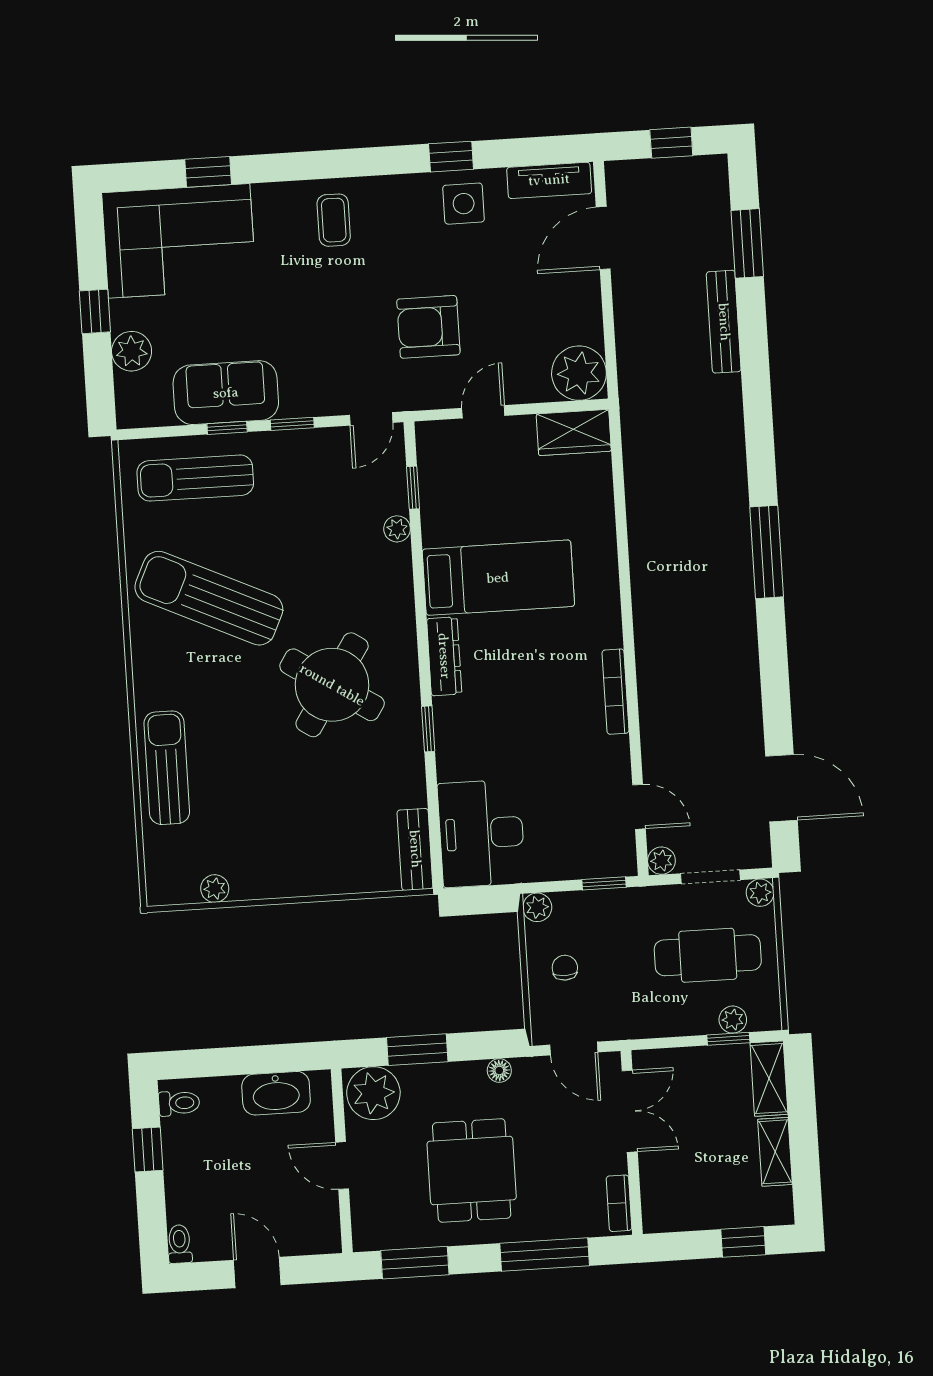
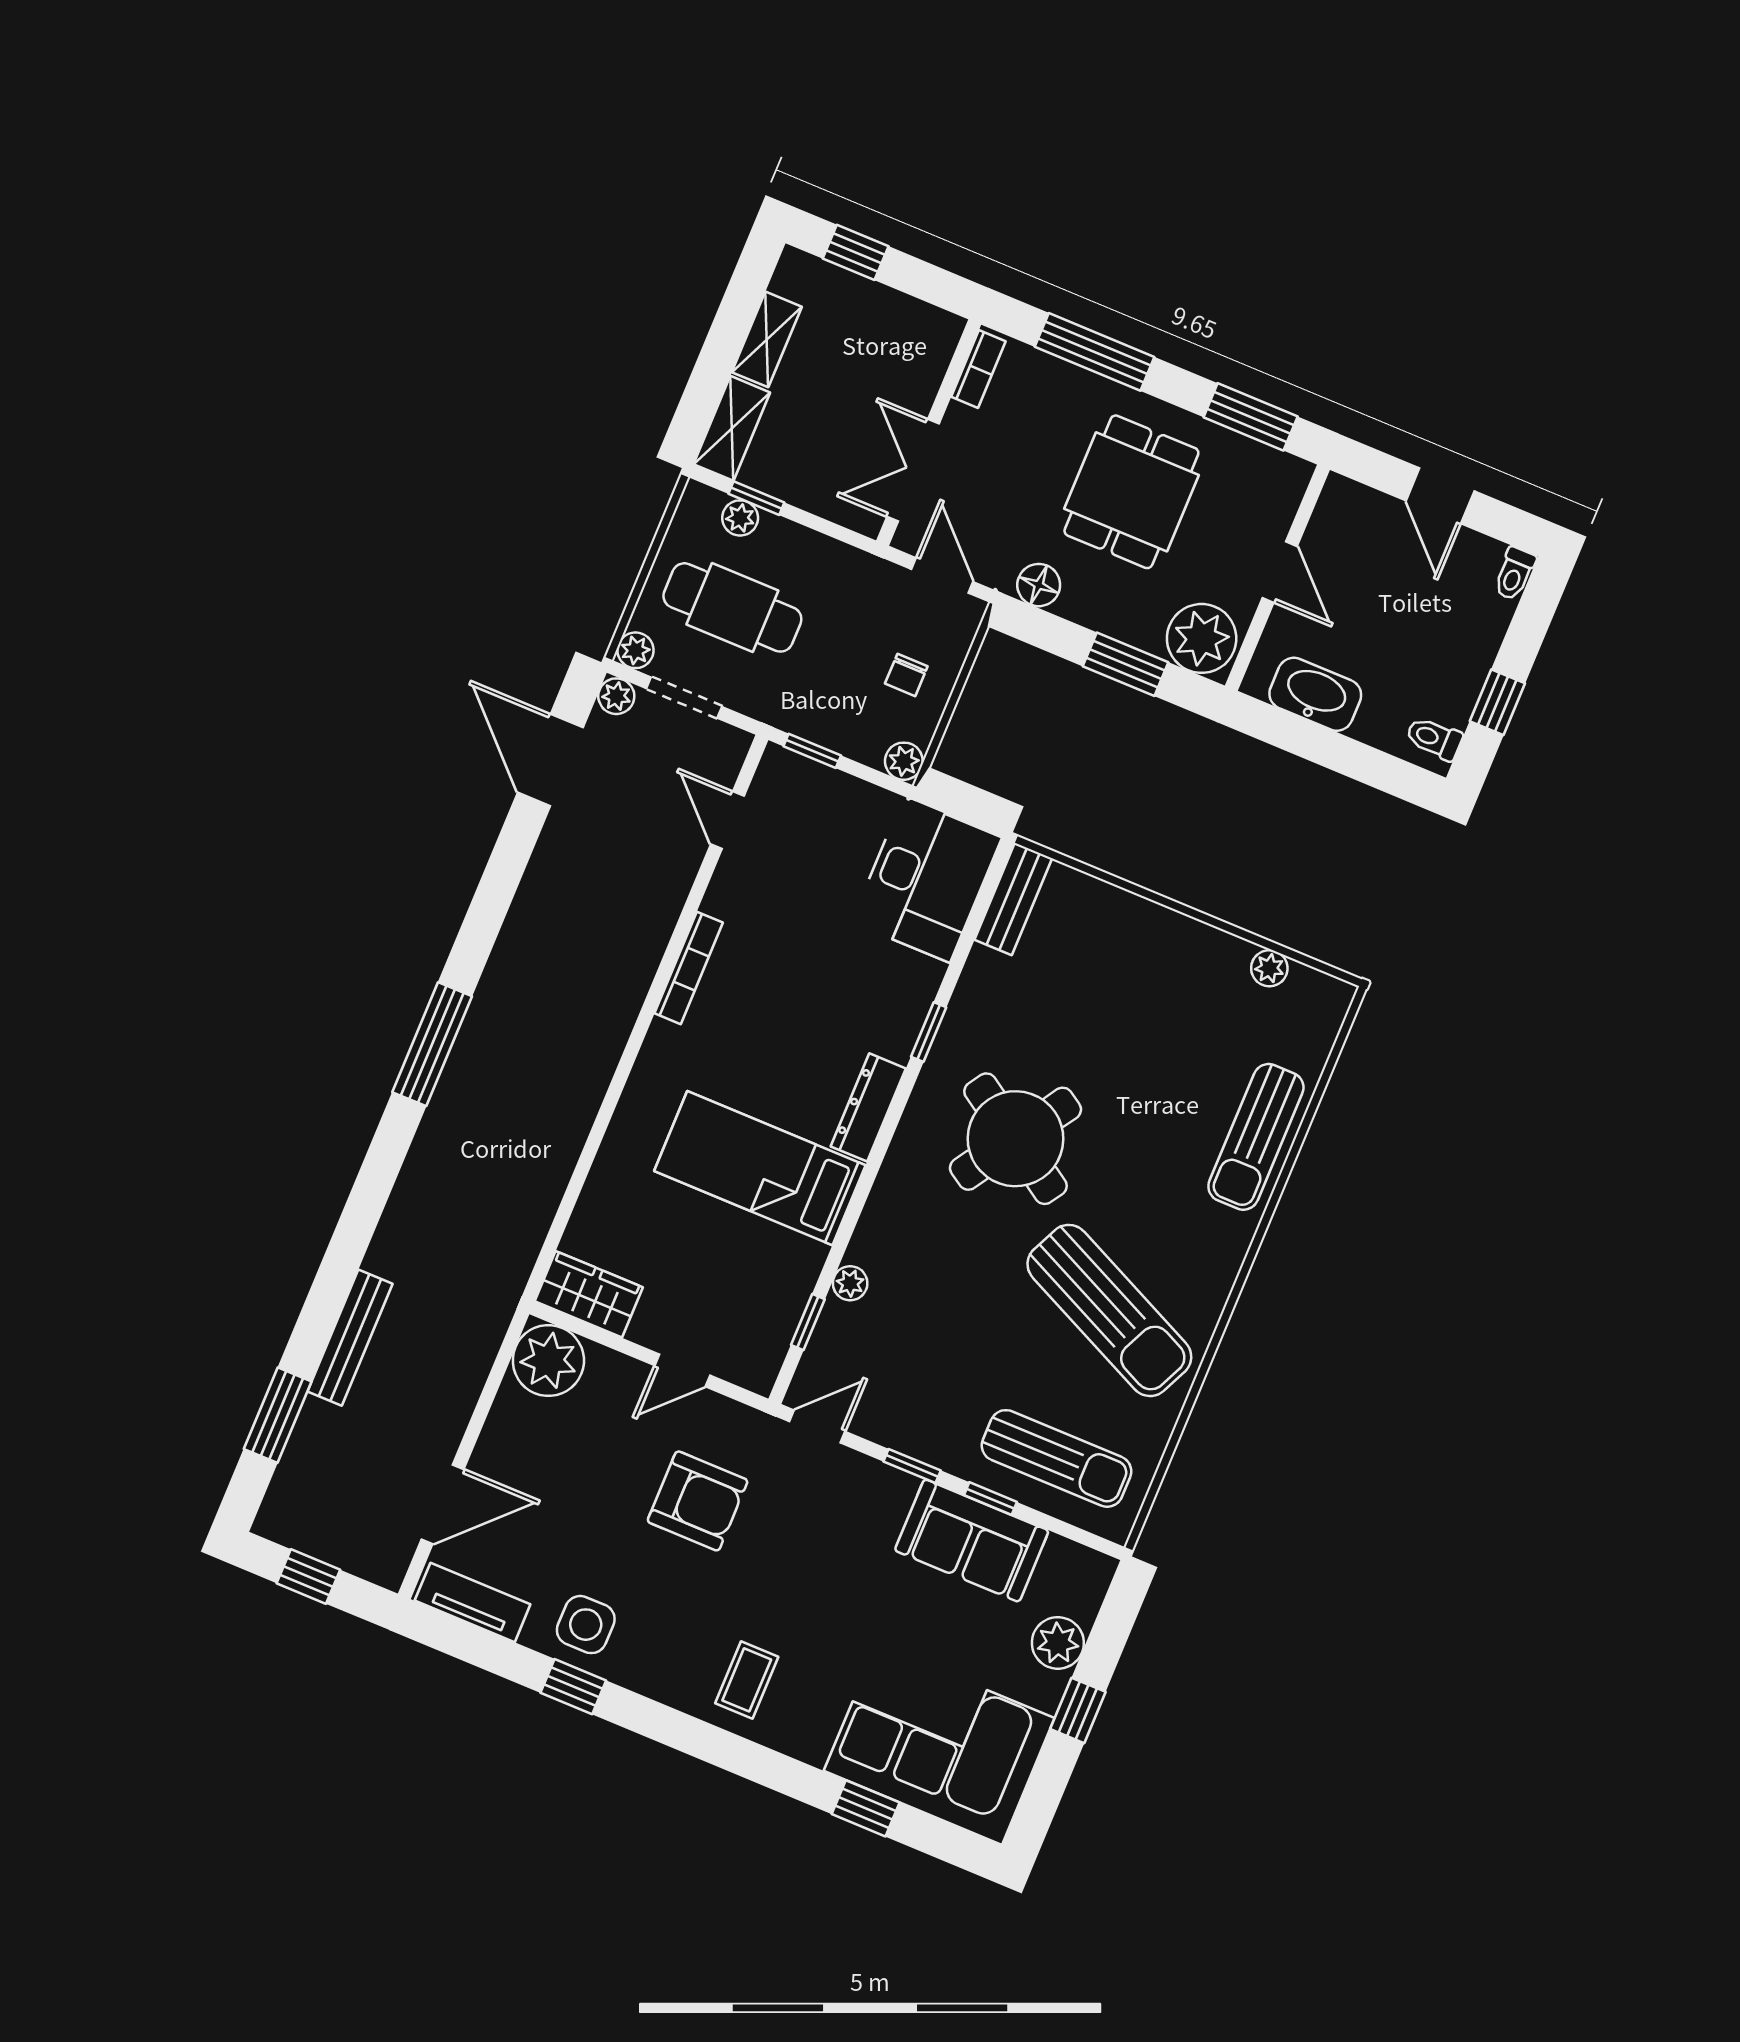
plant: (661, 861) -> (616, 696), moved
floor lamp: (499, 1071) -> (1039, 585), width x1.37, depth x1.37

